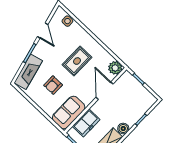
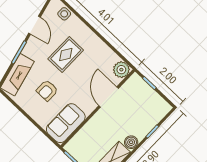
rug: (77, 61) -> (66, 54), moved
freezer: (86, 123) -> (87, 136), removed

